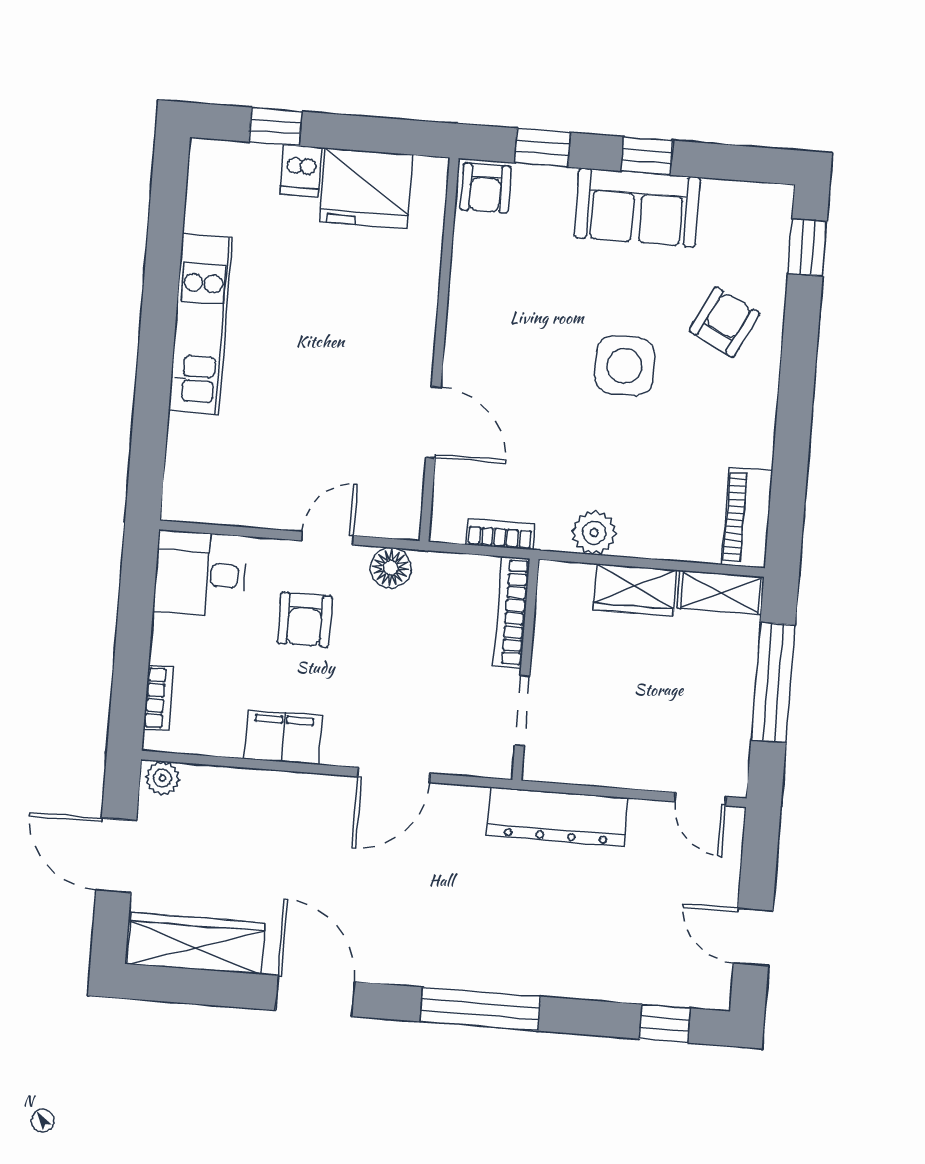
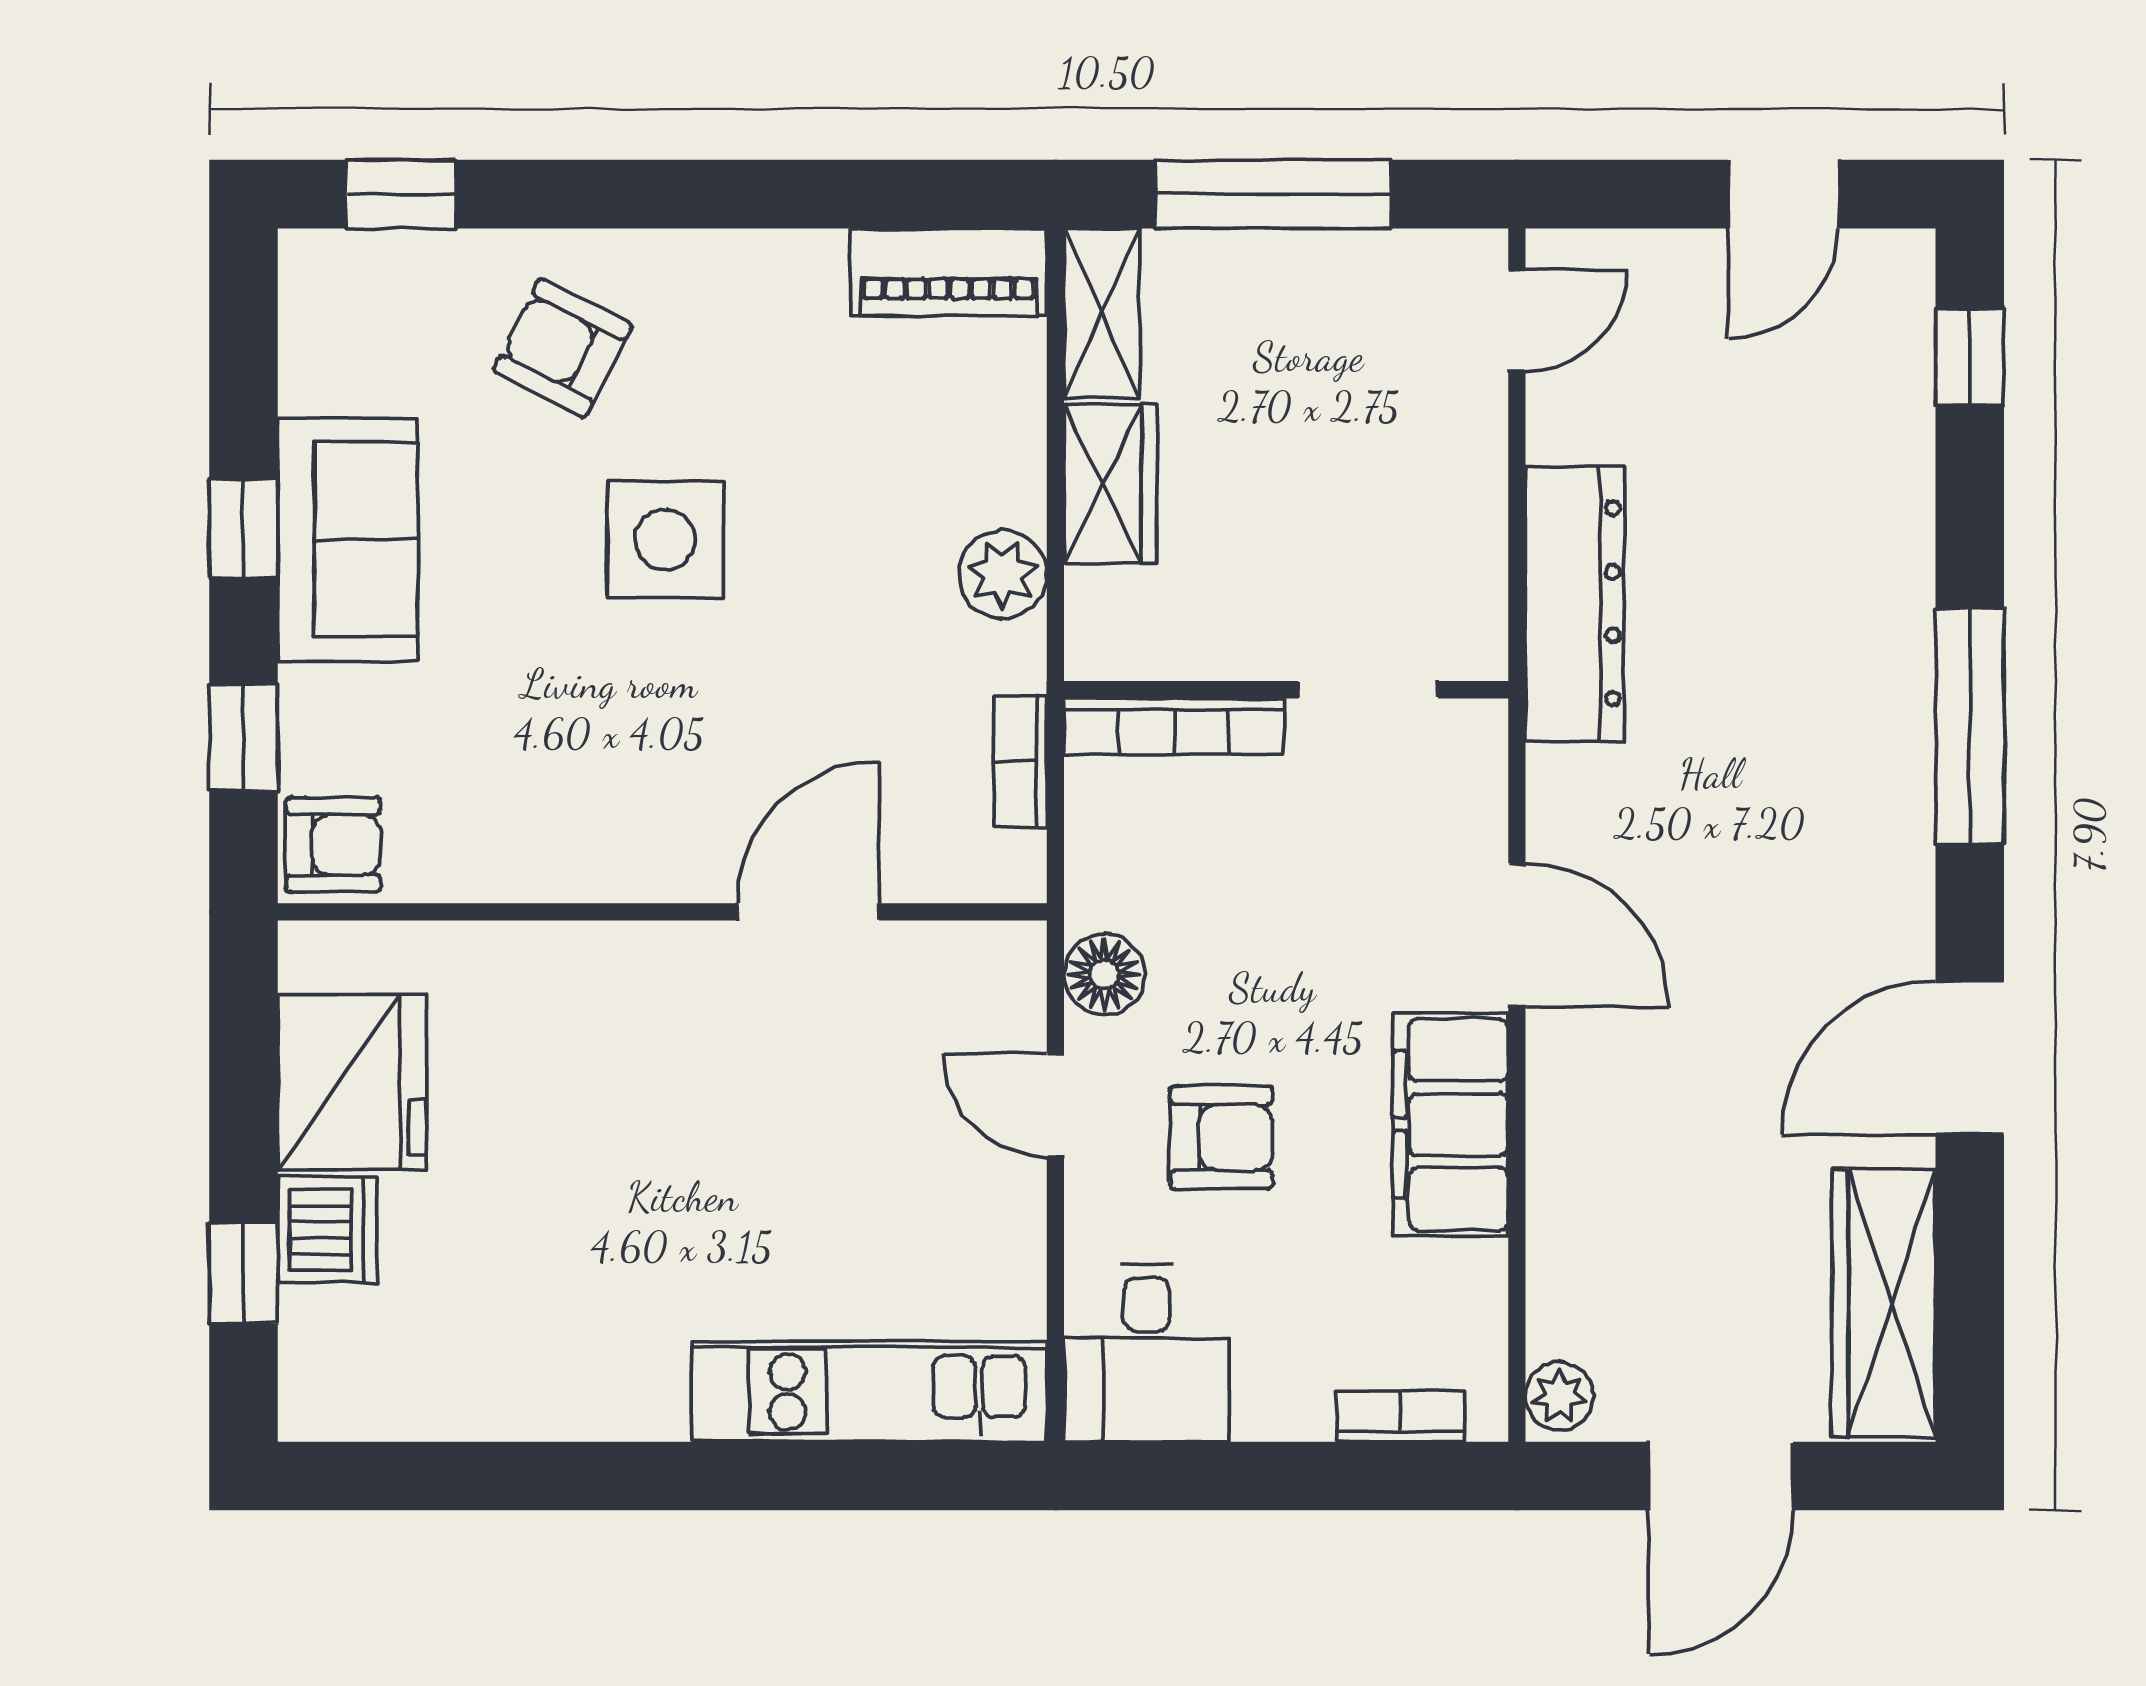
dishwasher: (301, 171) -> (327, 1230), width x1.38
kitchen unit: (200, 324) -> (869, 1392), moved
filing cabinet: (283, 737) -> (1450, 1125), width x1.50, depth x1.17

